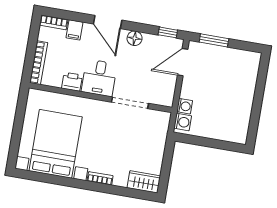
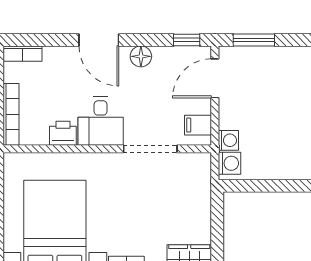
filing cabinet: (75, 30) -> (198, 125), moved, turned 90

